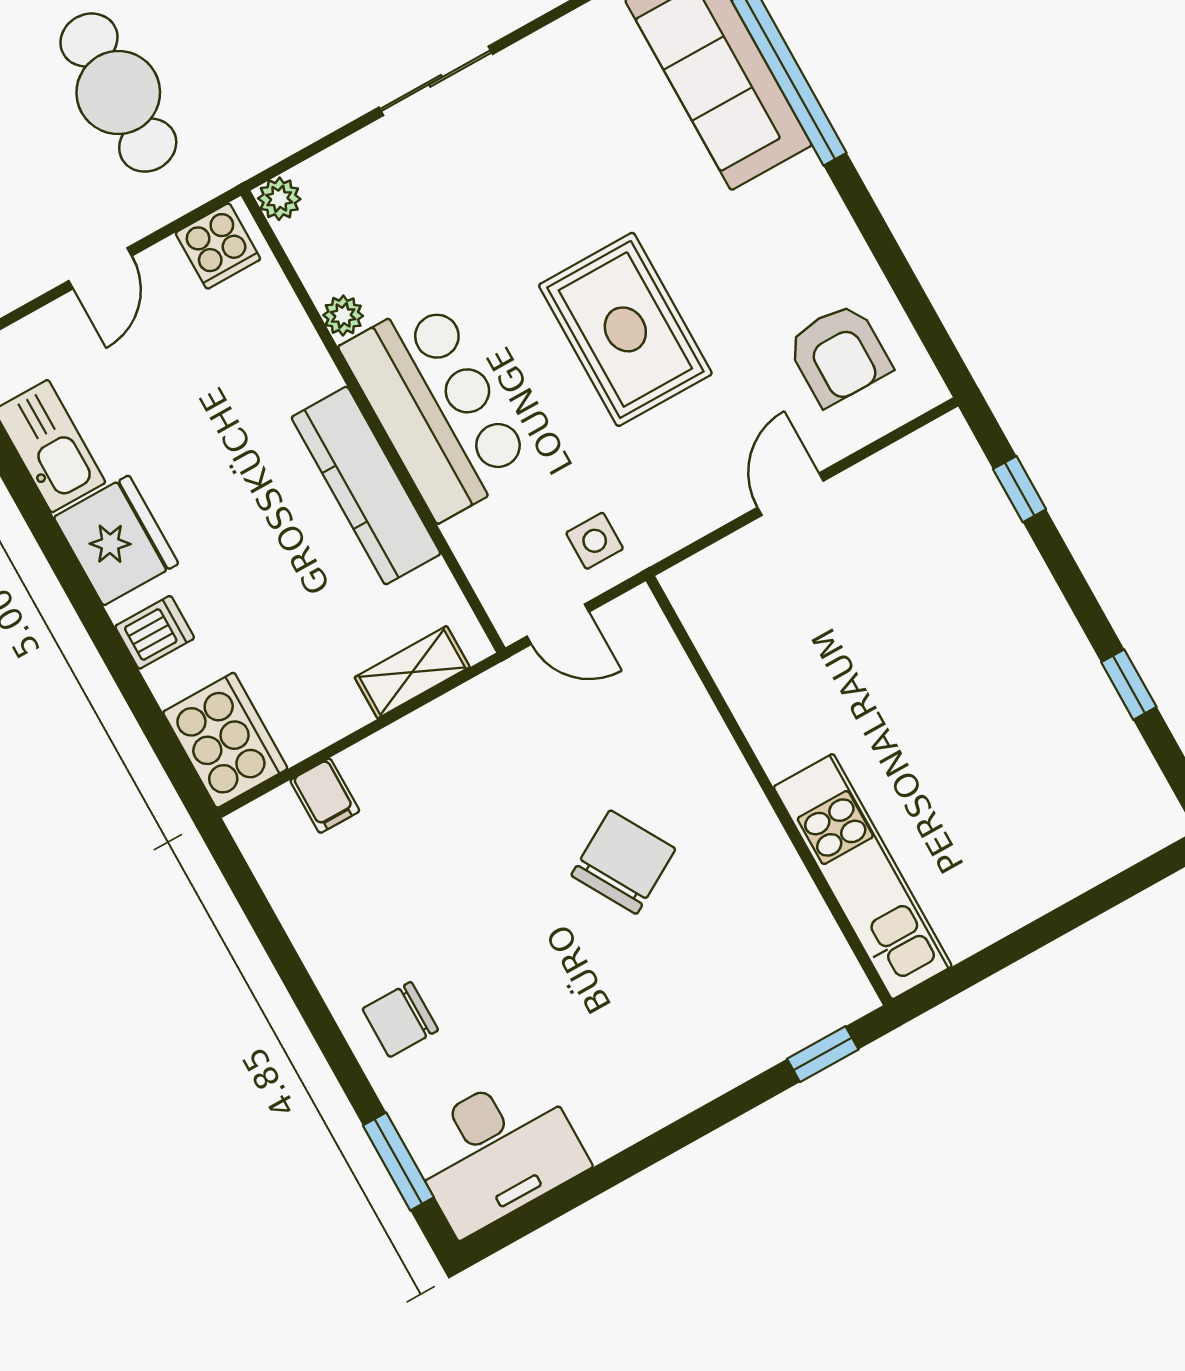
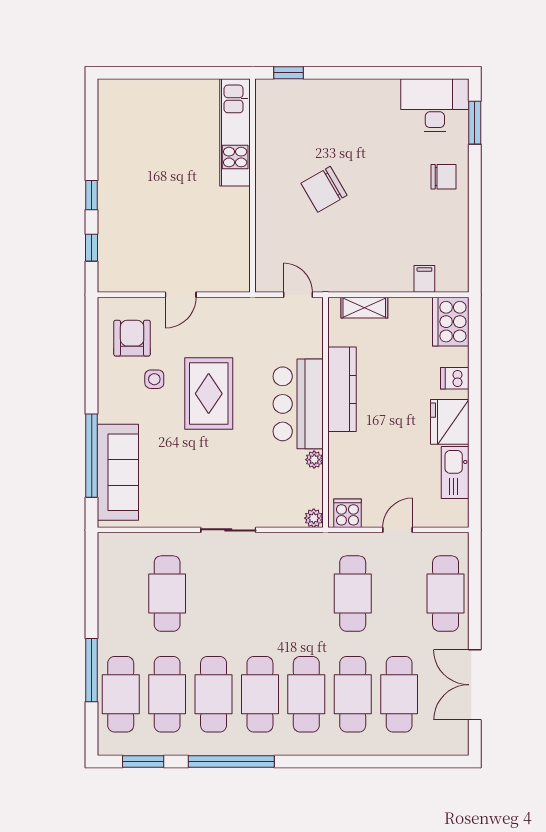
side table: (595, 541) -> (154, 379), moved
window: (1129, 685) -> (92, 195), moved

